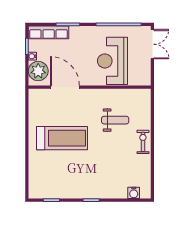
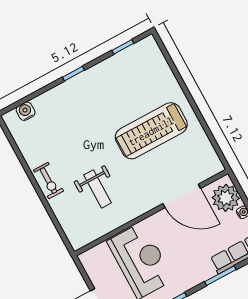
weight bench: (115, 120) -> (97, 189), turned -90

